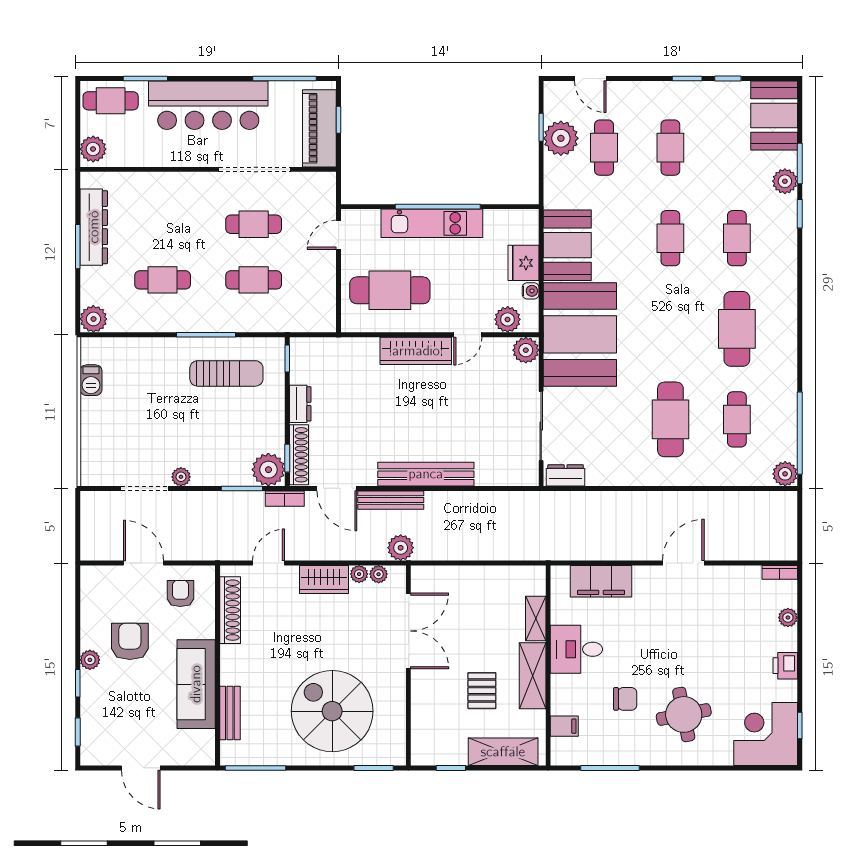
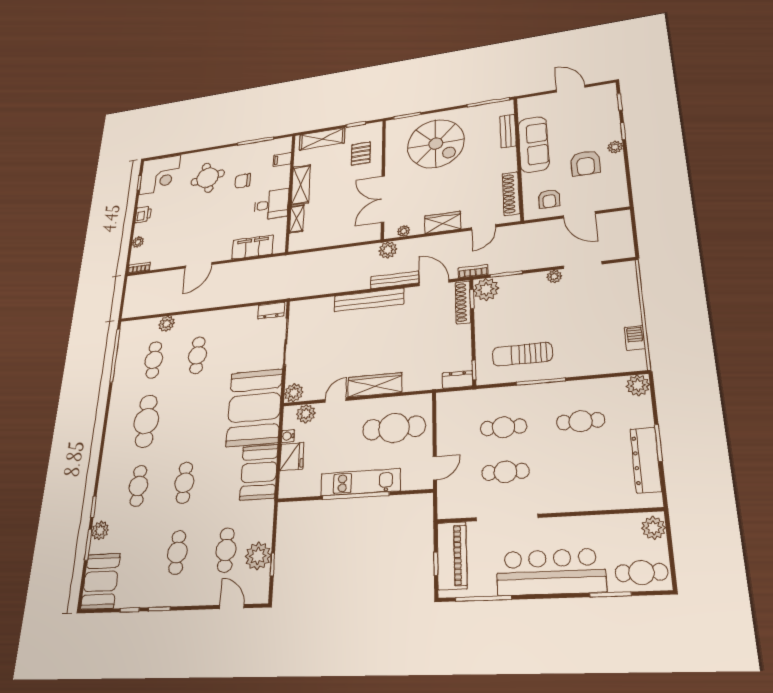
dresser: (300, 404) -> (457, 379), moved, turned 90
cafe table: (670, 419) -> (197, 355), width x0.73, depth x0.74
plant: (785, 474) -> (167, 324), moved
plant: (359, 574) -> (417, 229), removed
pallet: (482, 691) -> (361, 154), moved

